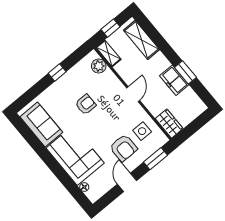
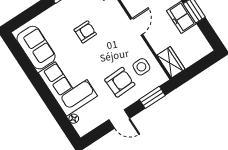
armchair: (123, 148) -> (120, 82), turned -92
door: (127, 182) -> (119, 119), swing flipped

